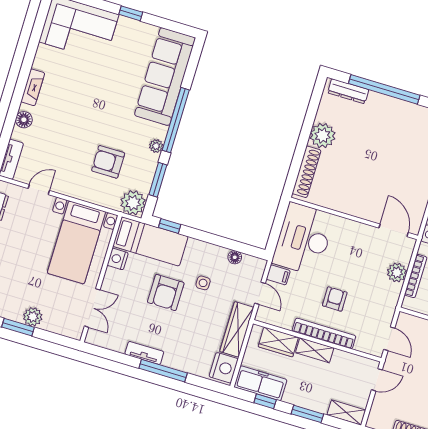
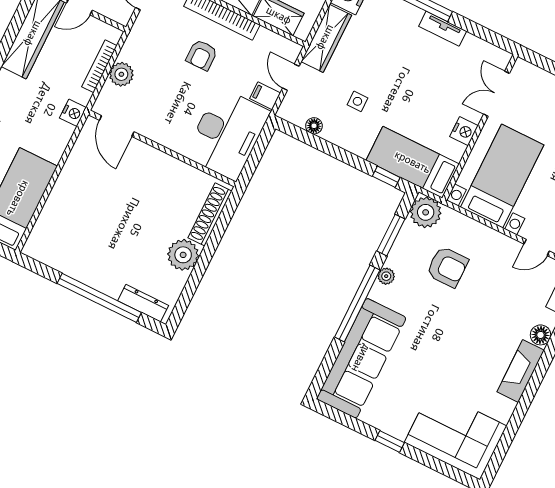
fireplace: (33, 87) -> (521, 371), width x1.37, depth x1.32
nightstand: (118, 259) -> (464, 131), moved
armchair: (166, 293) -> (404, 97), removed

